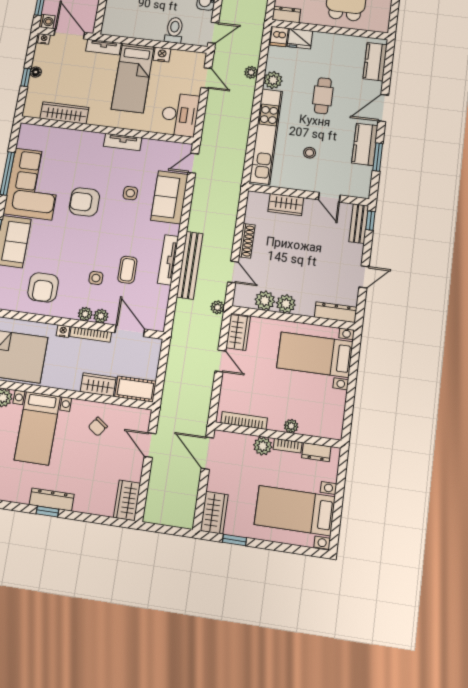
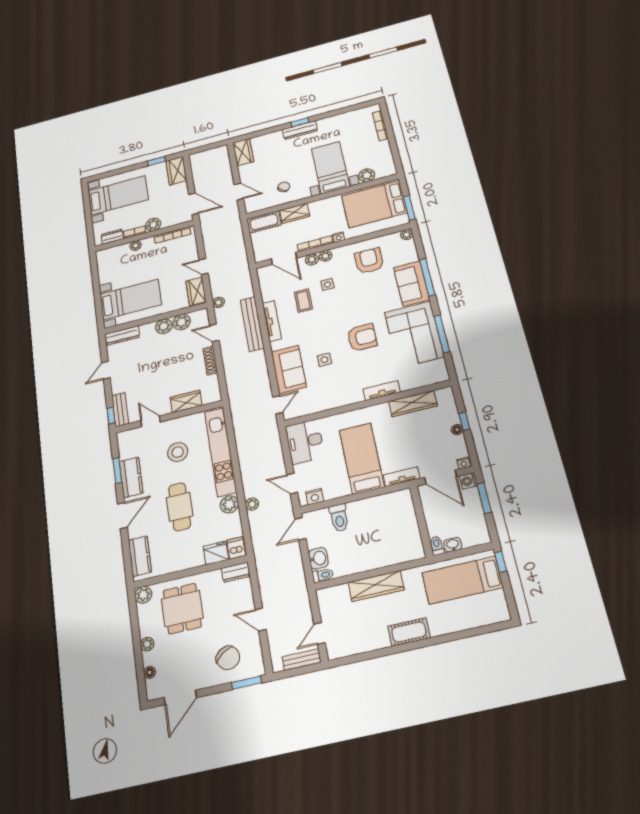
plant: (381, 24) -> (143, 595), added
nightstand: (162, 55) -> (315, 497), moved
cafe table: (323, 96) -> (180, 507), width x1.37, depth x1.35
tv unit: (123, 142) -> (382, 391), moved
stool: (310, 153) -> (178, 452), width x1.89, depth x1.89

